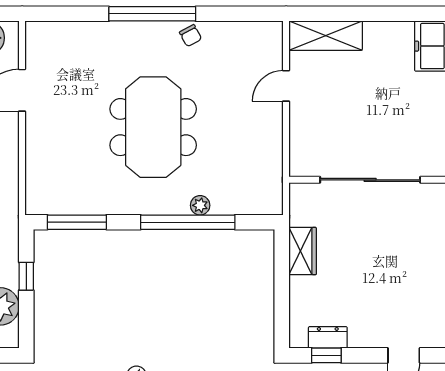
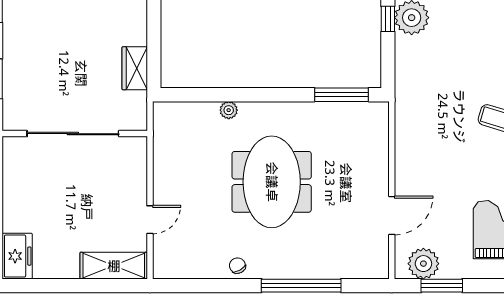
window: (152, 14) -> (301, 286), moved
window: (188, 222) -> (240, 95), removed
window: (26, 276) -> (388, 19), moved

